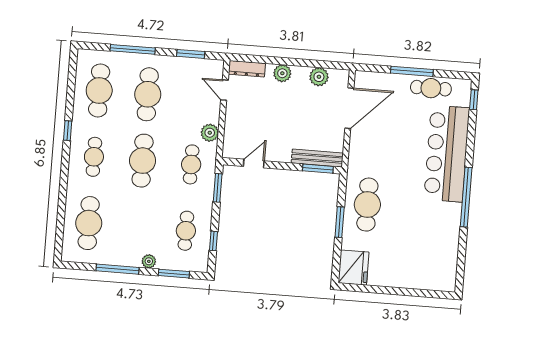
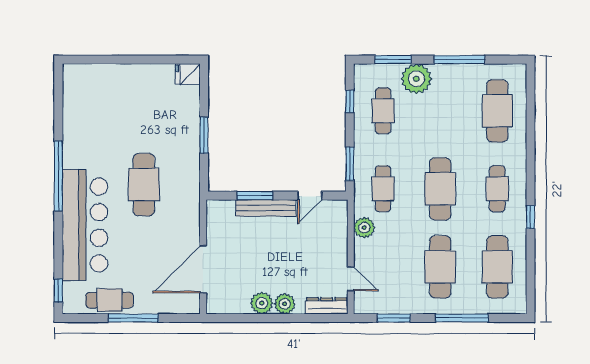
plant: (319, 77) -> (262, 303), moved
bench: (317, 158) -> (266, 208), moved
window: (318, 169) -> (255, 196), moved
cafe table: (367, 205) -> (144, 185), moved
plant: (149, 261) -> (416, 79), width x1.88, depth x1.88
fridge: (354, 268) -> (188, 74), width x0.53, depth x0.75

